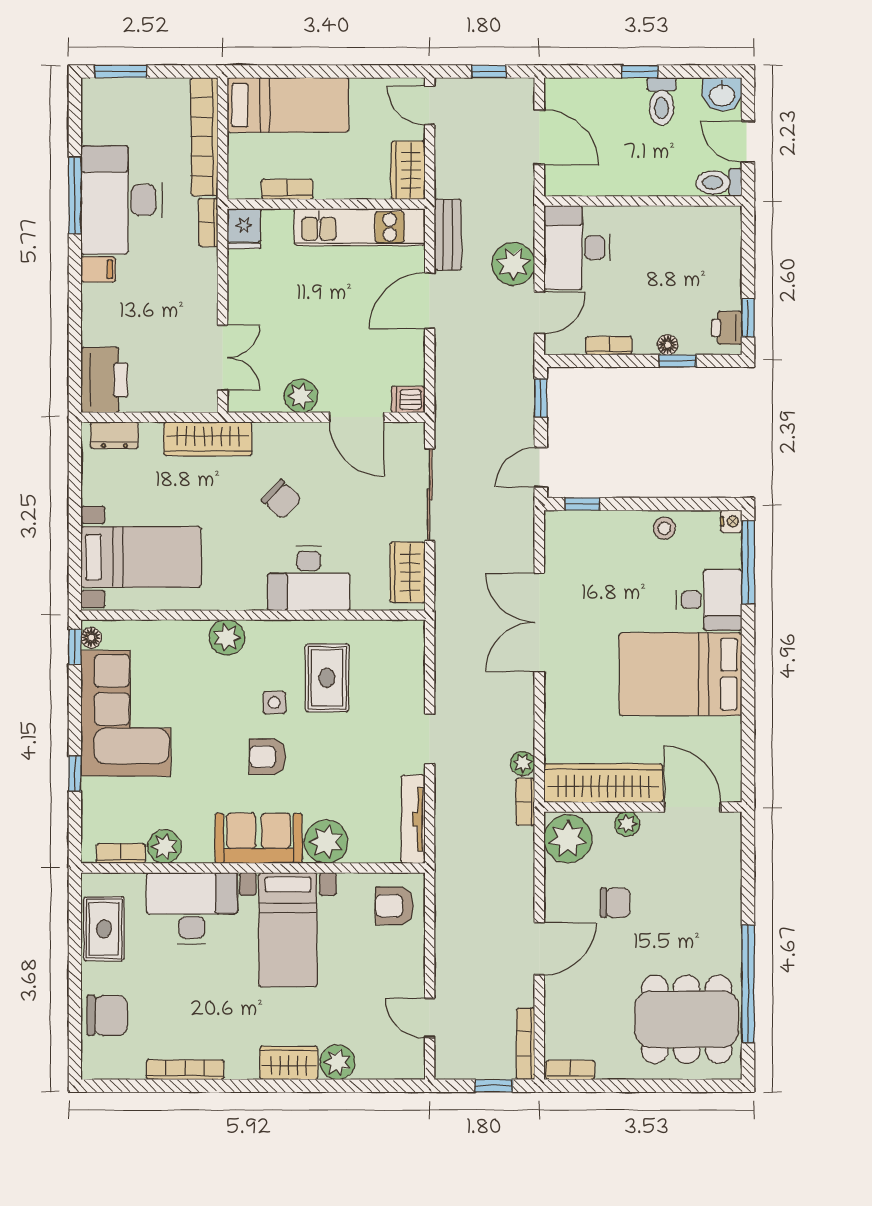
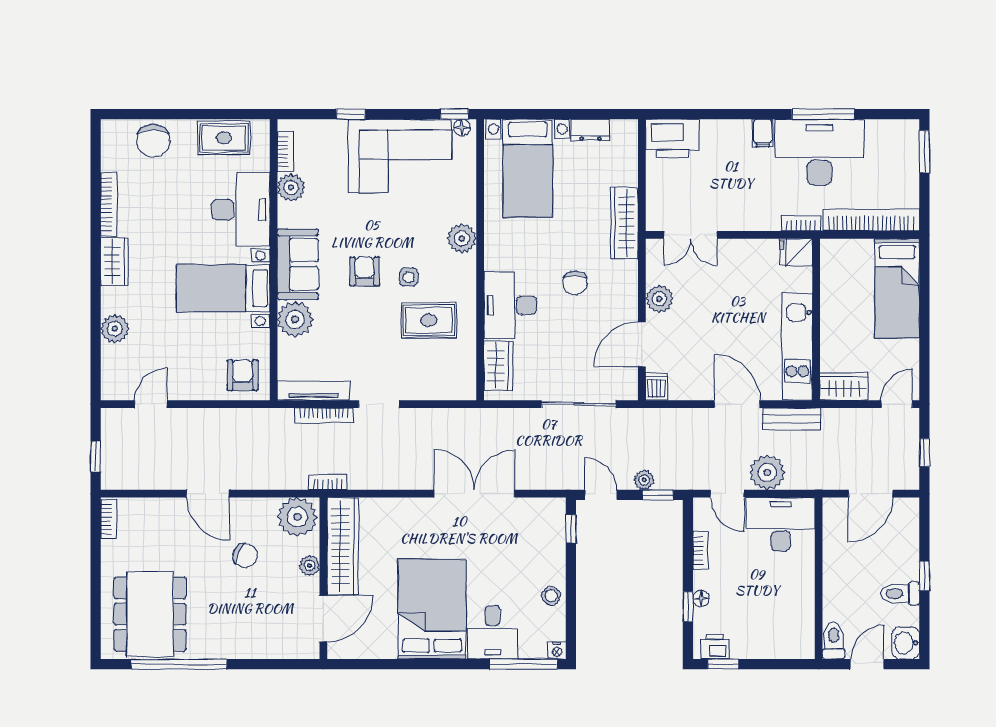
bookcase: (287, 189) -> (828, 288), removed
dresser: (114, 435) -> (591, 130), moved, turned -90
chair: (282, 499) -> (575, 283), turned -43
wardrobe: (407, 572) -> (498, 366), moved, turned 90
plant: (523, 763) -> (644, 480), moved
chair: (615, 903) -> (245, 556), turned -64
bookcase: (526, 1044) -> (324, 415), moved, turned 180
wardrobe: (289, 1063) -> (114, 262), moved

